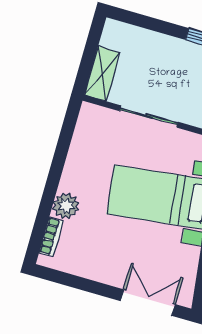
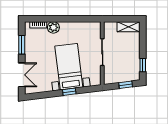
shelving: (102, 74) -> (129, 27), moved
window: (83, 284) -> (22, 45), added

